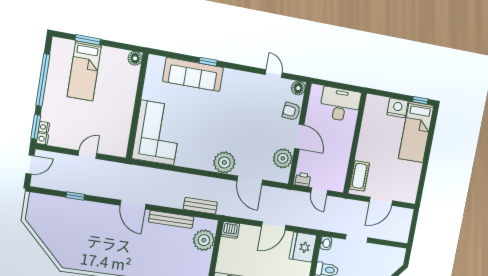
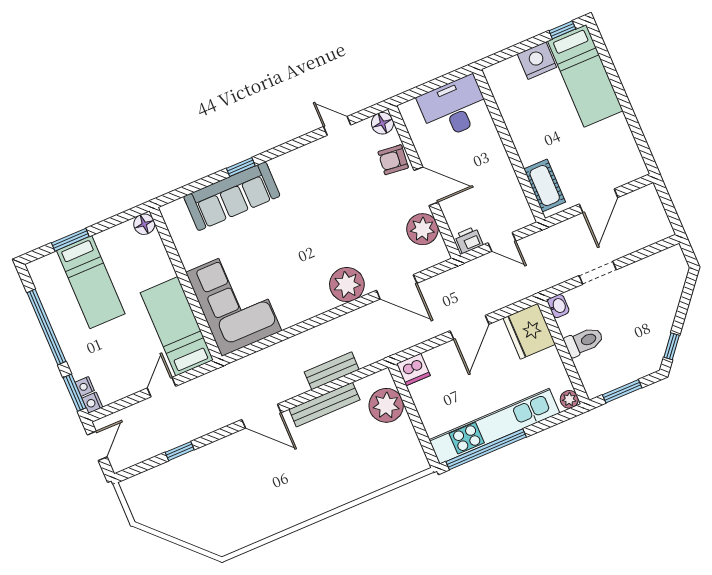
bed: (117, 126) -> (177, 326), added
bench: (200, 206) -> (332, 371), moved

